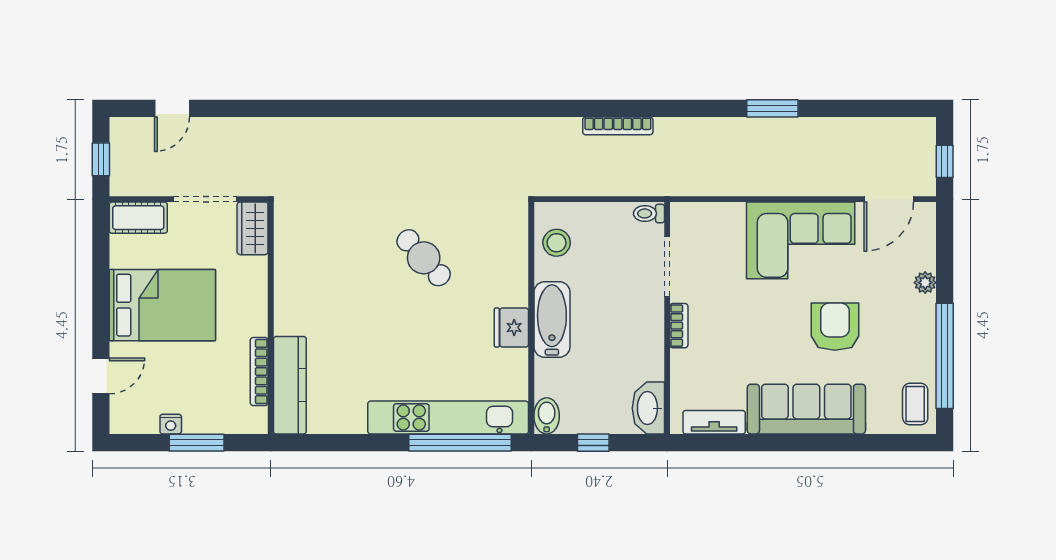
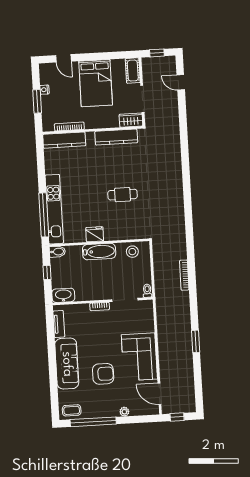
cafe table: (424, 258) -> (123, 195), turned 42
kitchen counter: (290, 265) -> (116, 137), added

